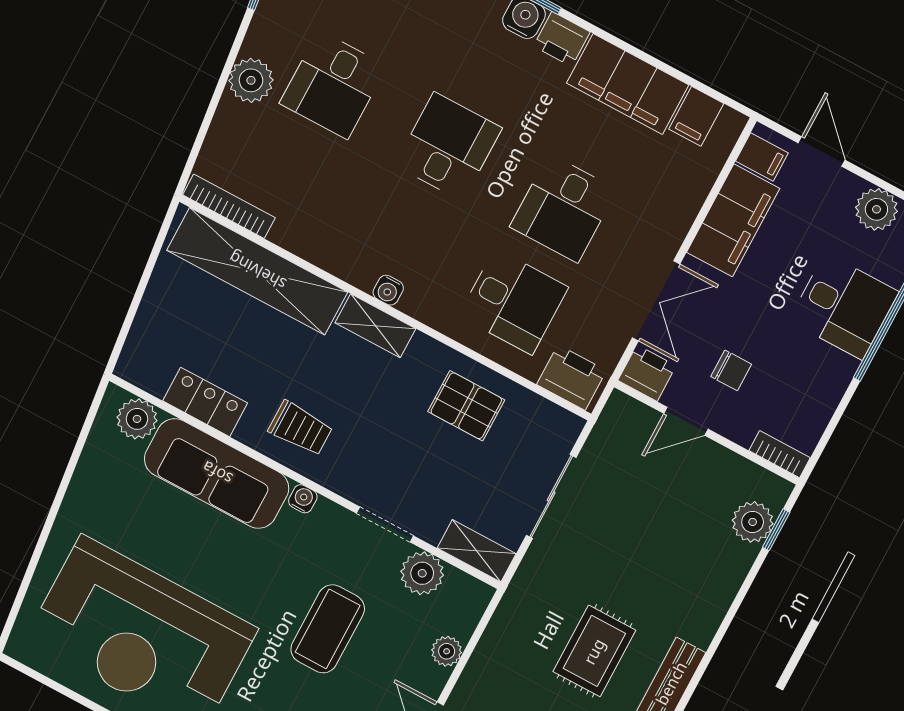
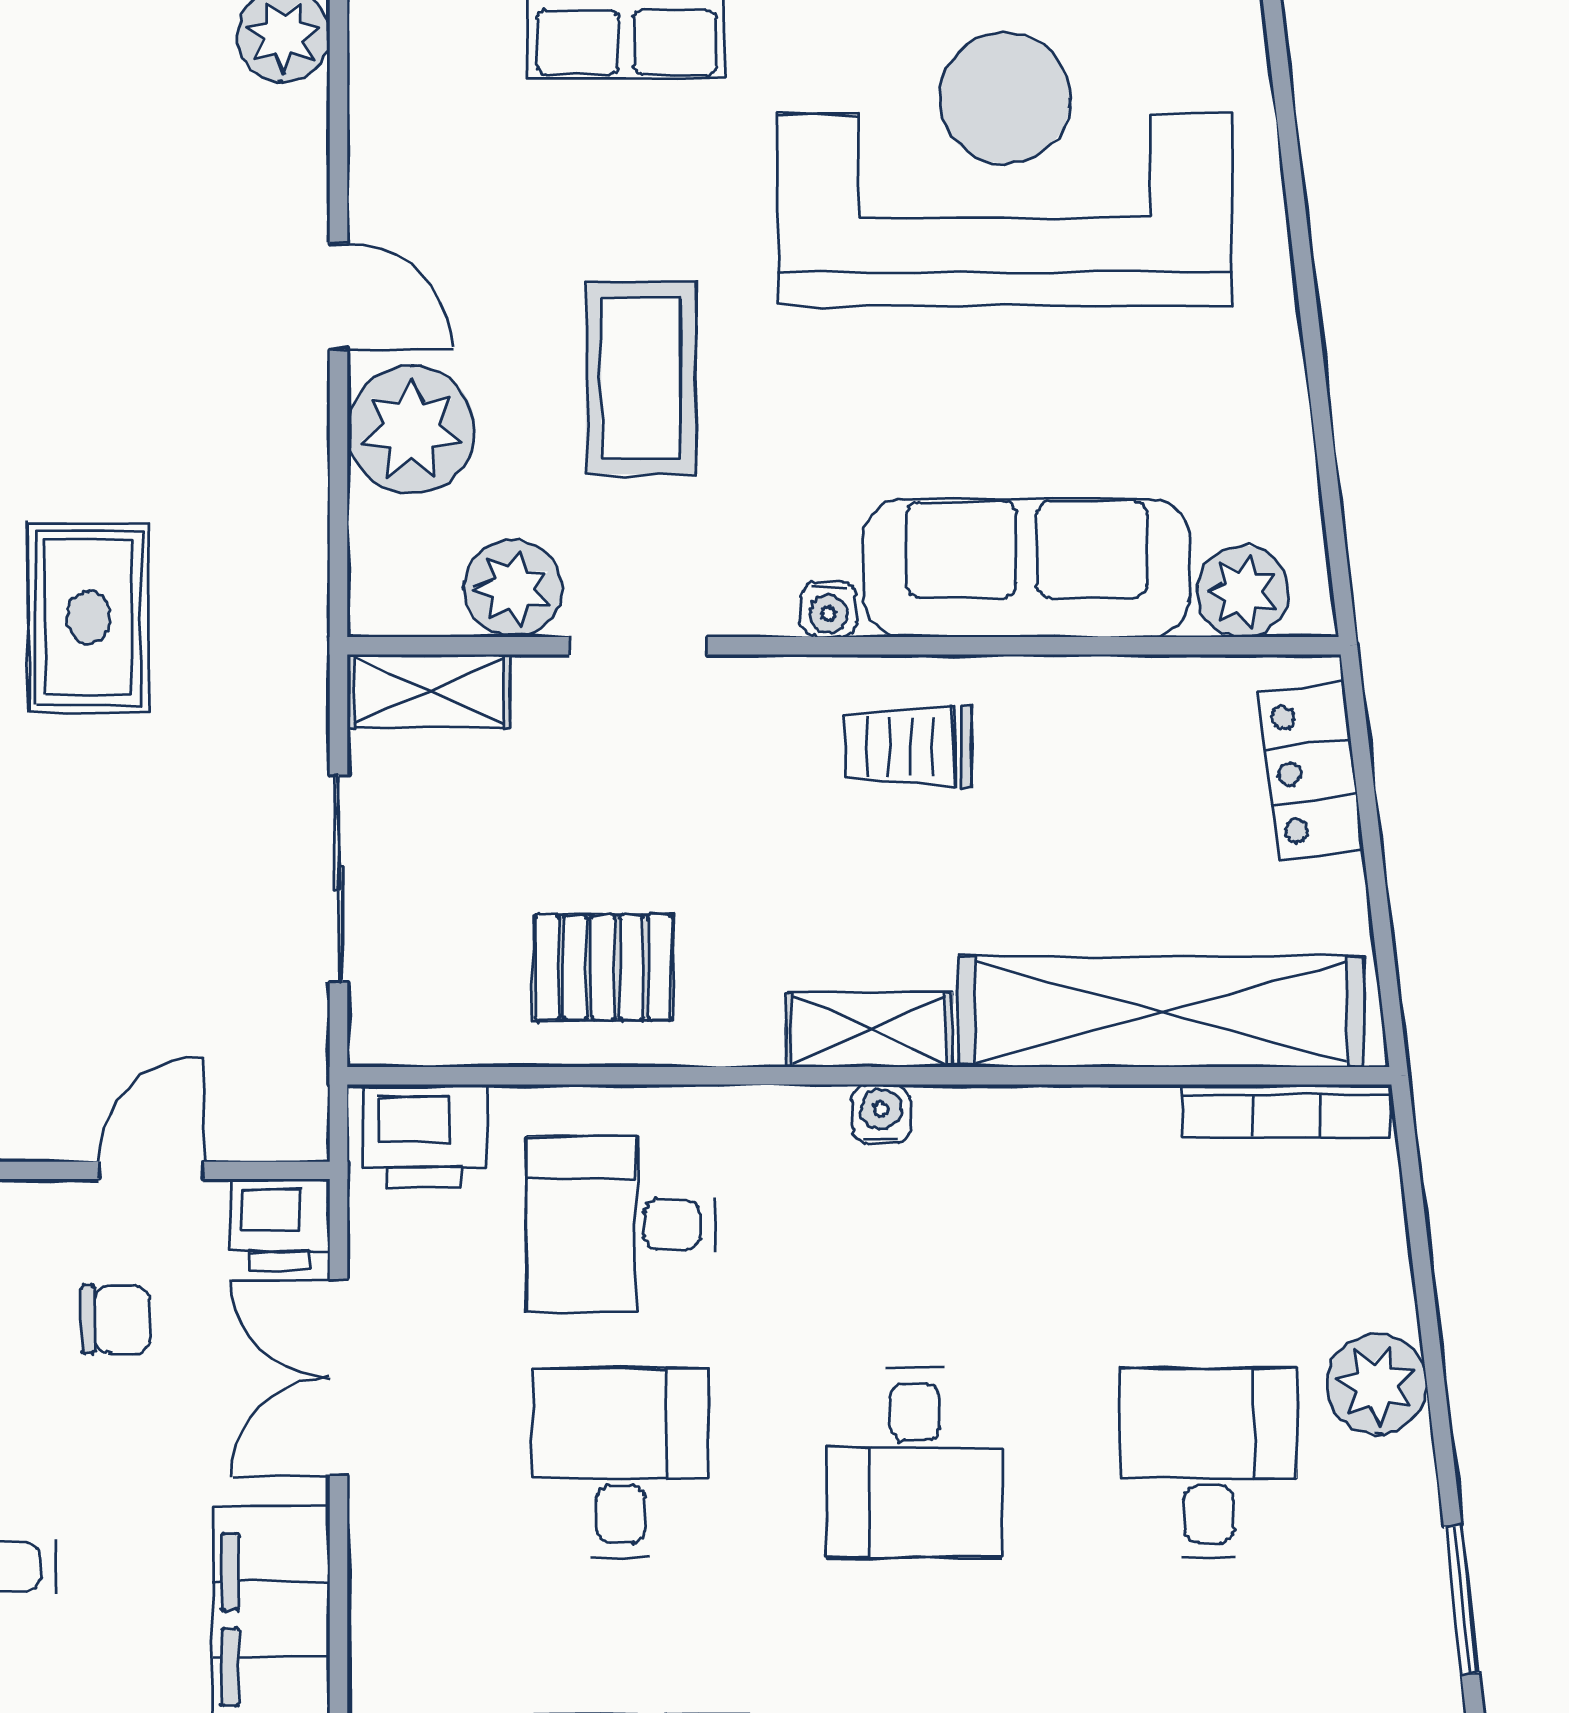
chair: (731, 370) -> (116, 1320), turned 180
locker: (205, 402) -> (1311, 771), moved, turned 83
plant: (447, 651) -> (411, 430), width x1.88, depth x1.88

